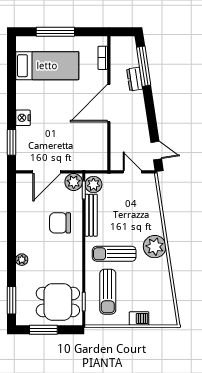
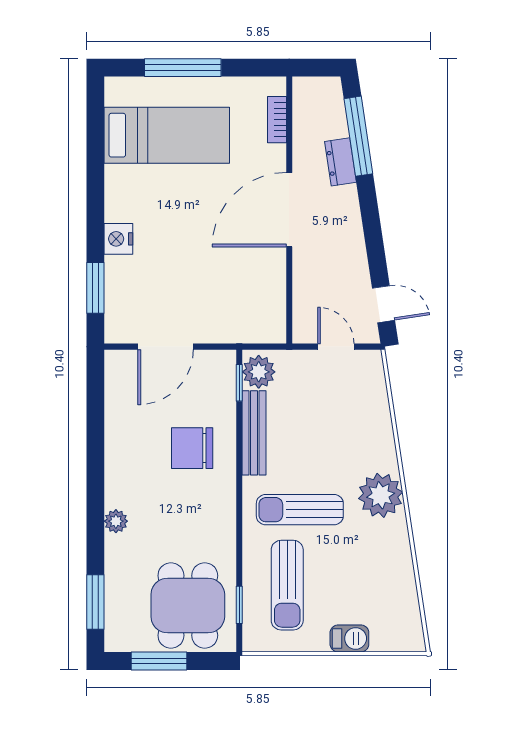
plant: (74, 182) -> (219, 367), removed
dining table: (58, 302) -> (188, 606), turned 90

